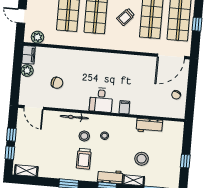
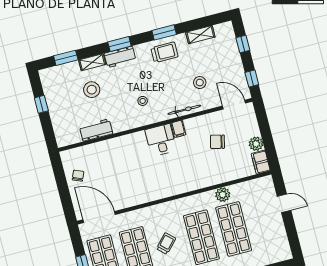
plant: (37, 37) -> (223, 195), moved
door: (171, 56) -> (99, 217), hinge flipped
filing cabinet: (124, 107) -> (178, 129), moved
window: (11, 135) -> (252, 79), moved
stool: (84, 136) -> (200, 83), moved
trolley: (84, 159) -> (164, 52), moved, turned 89
shelving: (26, 171) -> (200, 35), moved

